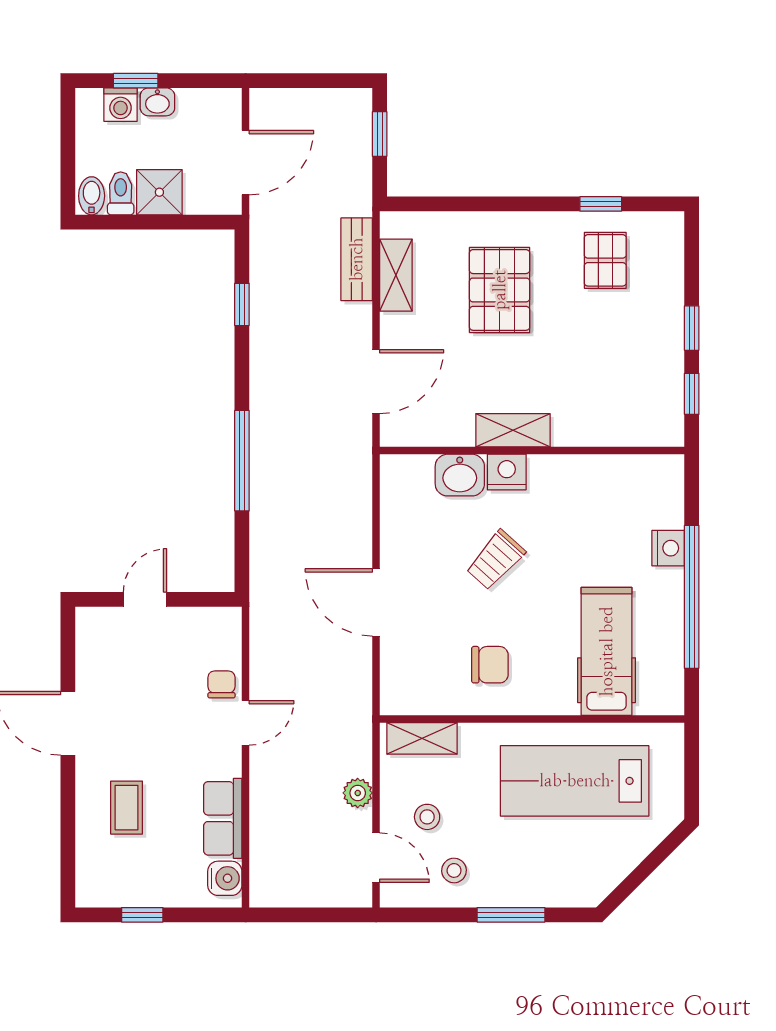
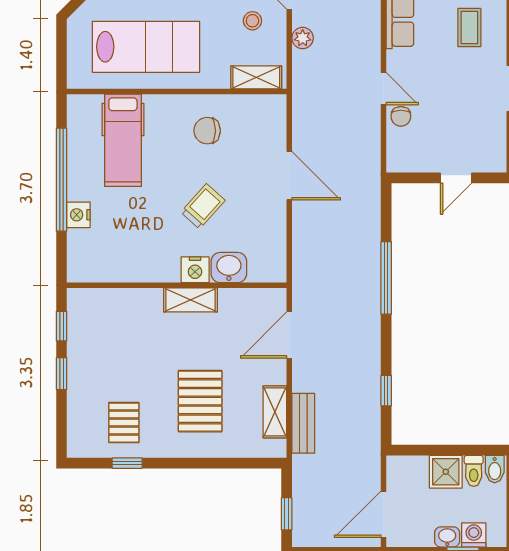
door: (246, 163) -> (384, 514), moved
door: (246, 723) -> (384, 89), swing flipped

